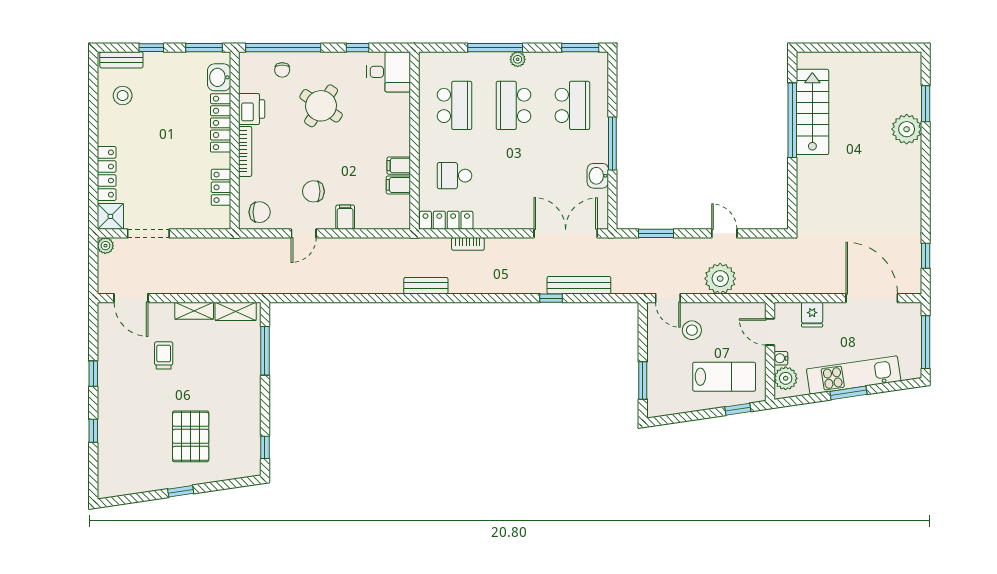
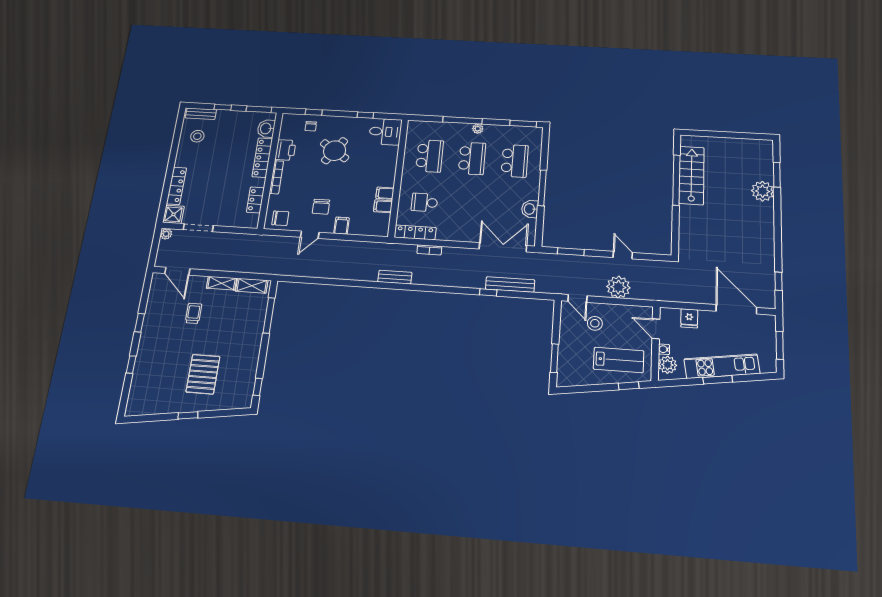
window: (283, 48) -> (314, 112), width x0.32
school desk: (513, 105) -> (472, 158), turned 180
chair: (313, 191) -> (321, 207), turned -90
window: (926, 342) -> (780, 345), width x0.69

